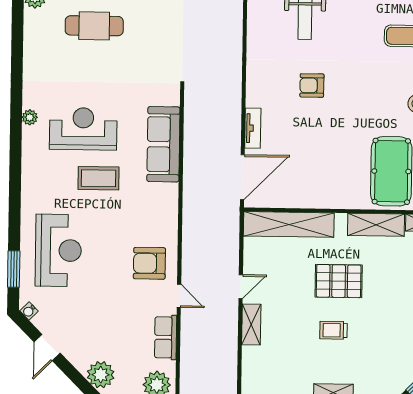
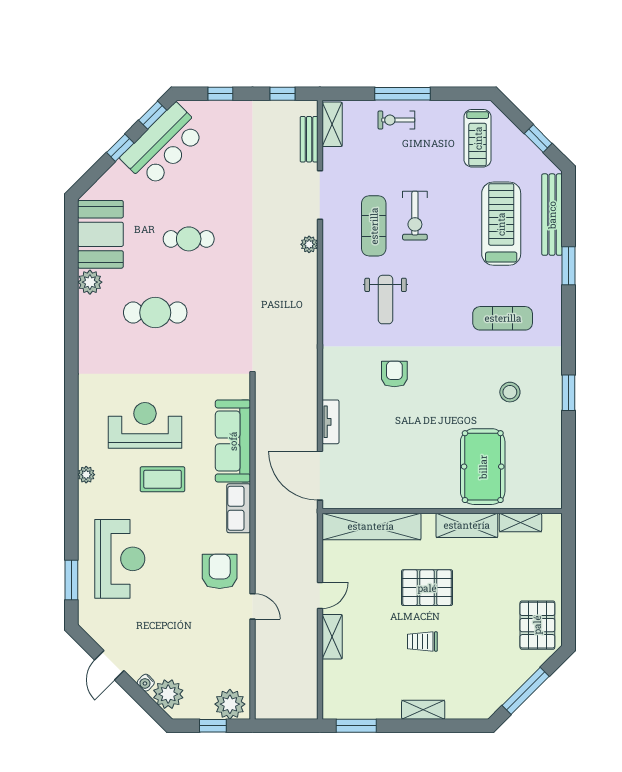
armchair: (312, 85) -> (394, 374), turned 90
plant: (30, 117) -> (86, 475), moved
door: (242, 177) -> (320, 476), swing flipped
armchair: (149, 263) -> (220, 571), turned 90
water cooler: (29, 311) -> (146, 683), moved
row of seats: (166, 337) -> (239, 508), moved

